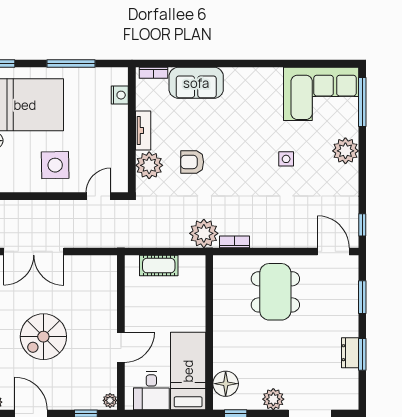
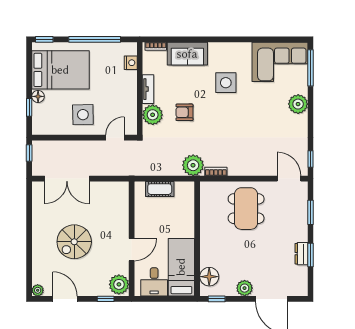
window: (71, 63) -> (95, 39), width x1.46
side table: (286, 159) -> (226, 83), moved, width x1.87, depth x1.87
plant: (110, 400) -> (119, 284), width x1.87, depth x1.87

